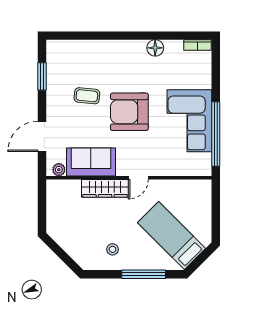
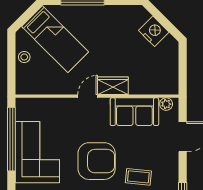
wardrobe: (105, 188) -> (113, 86), width x0.67
nightstand: (71, 243) -> (154, 31), added
stool: (113, 249) -> (24, 57), moved

